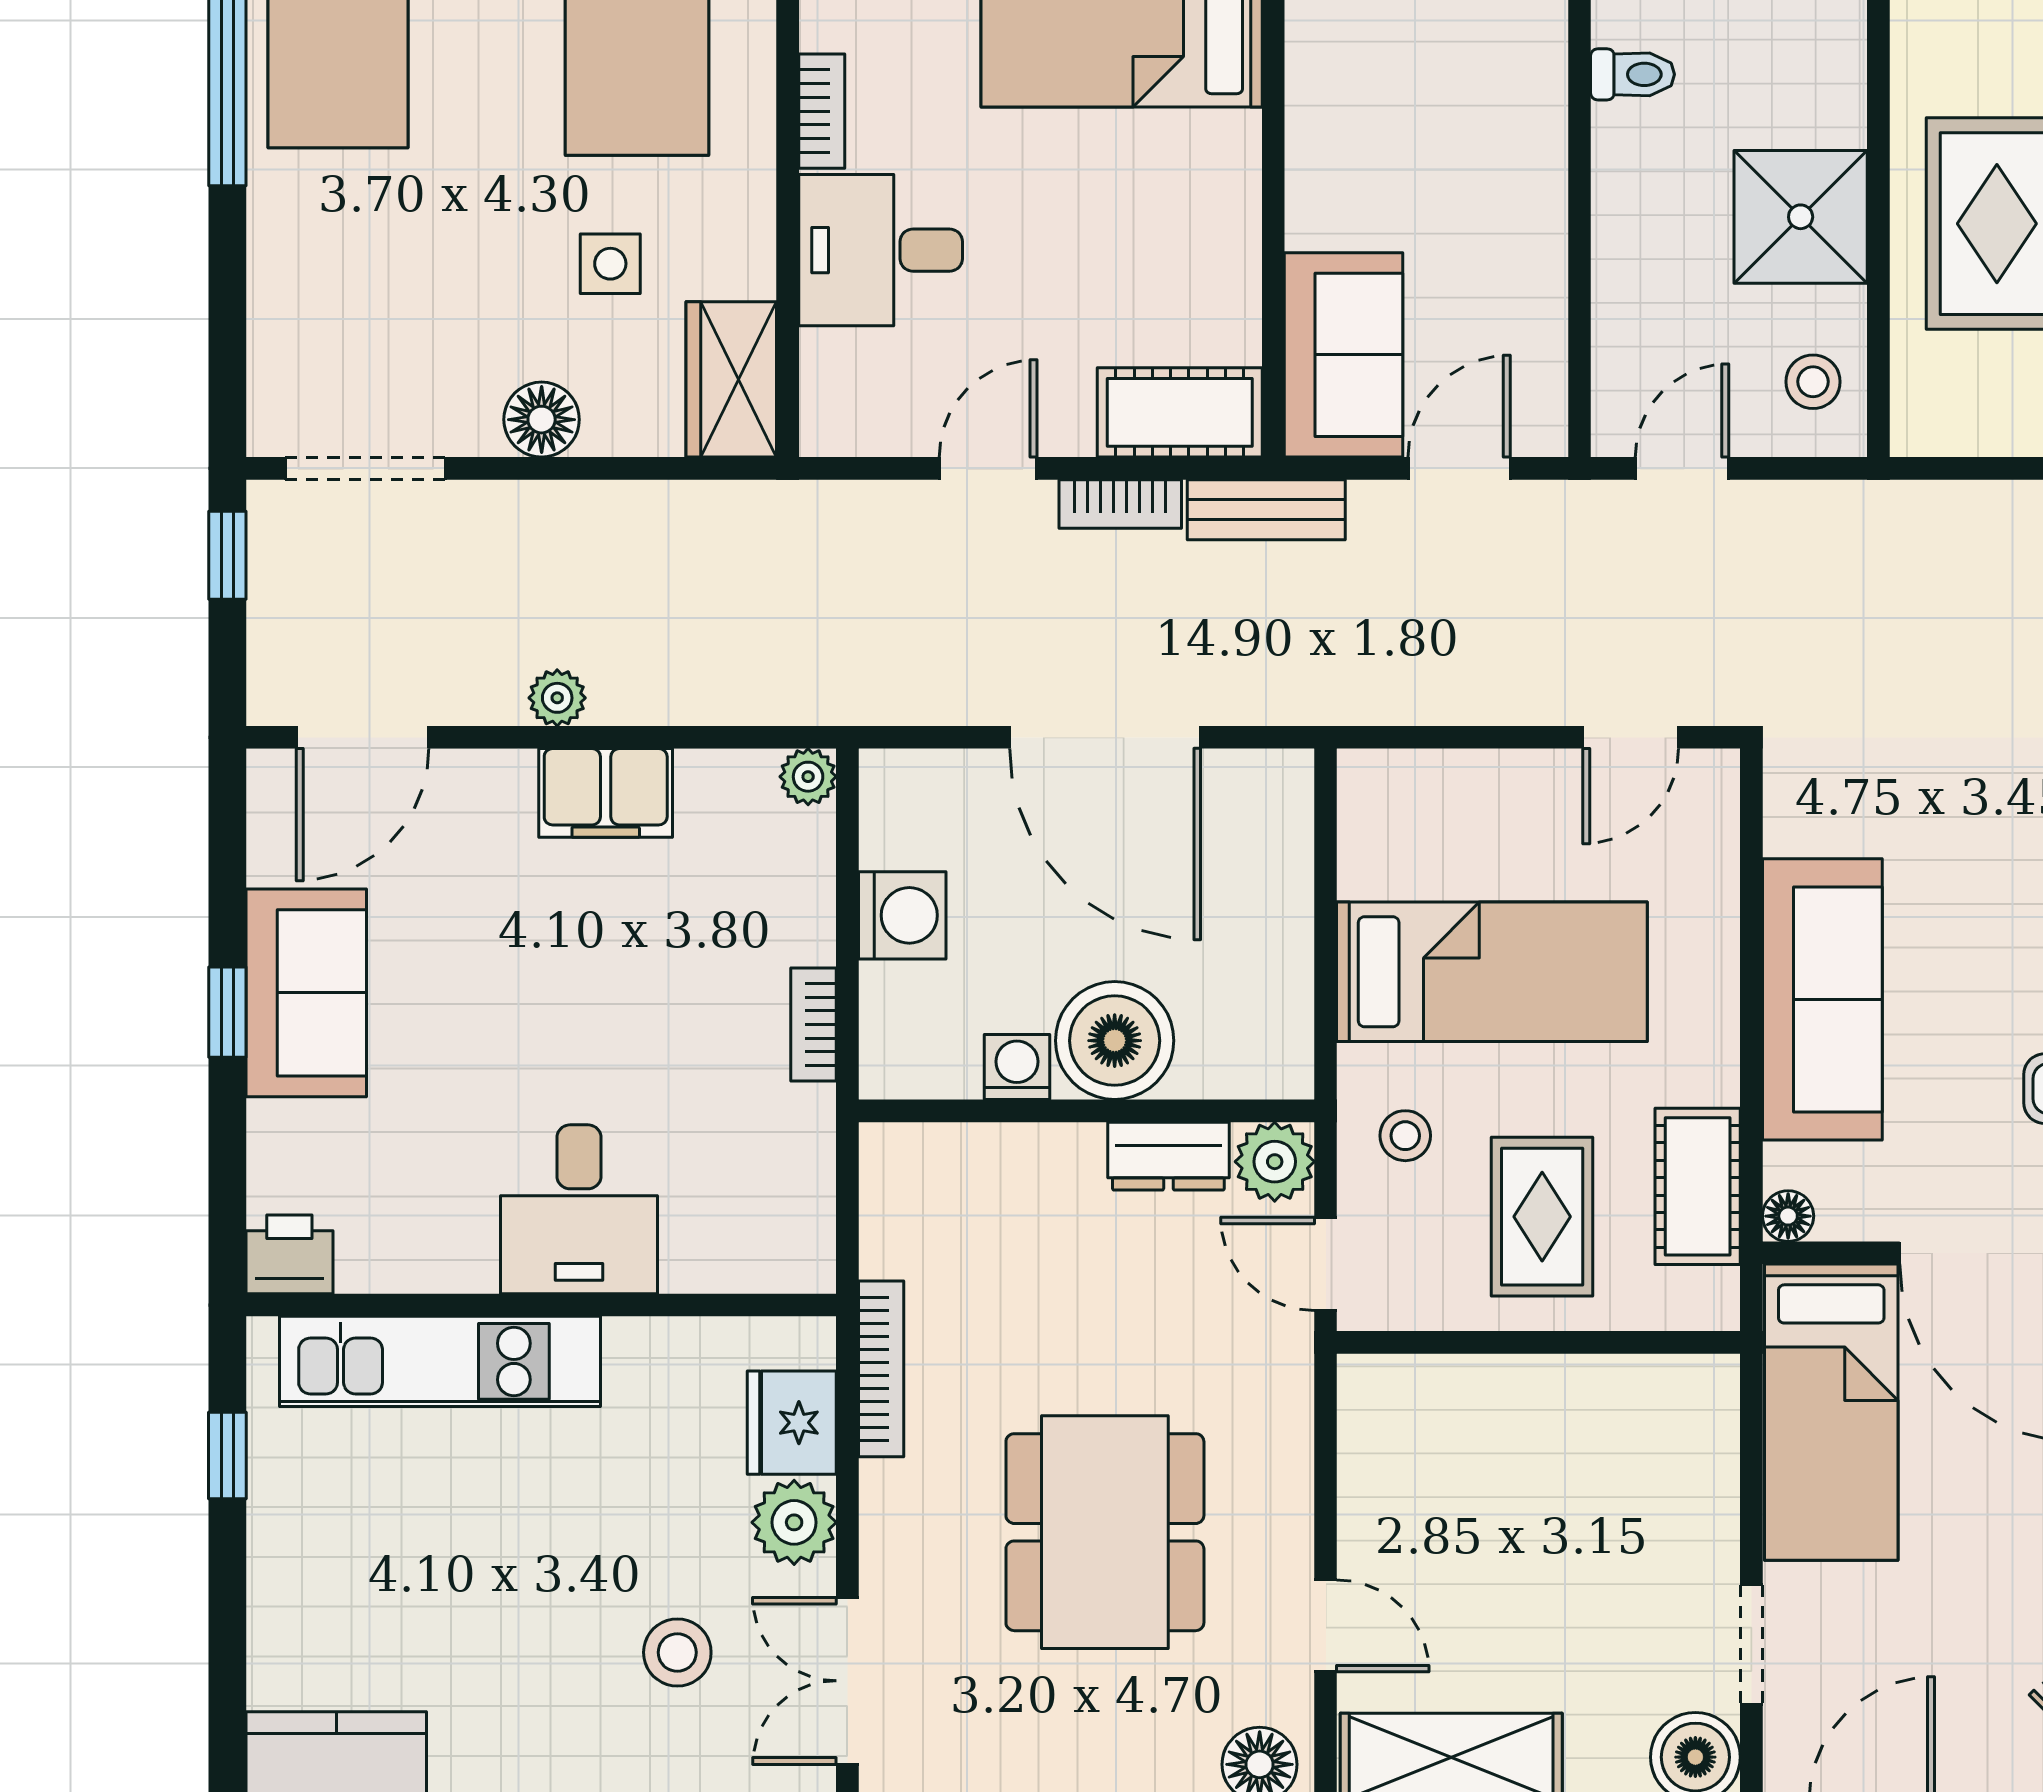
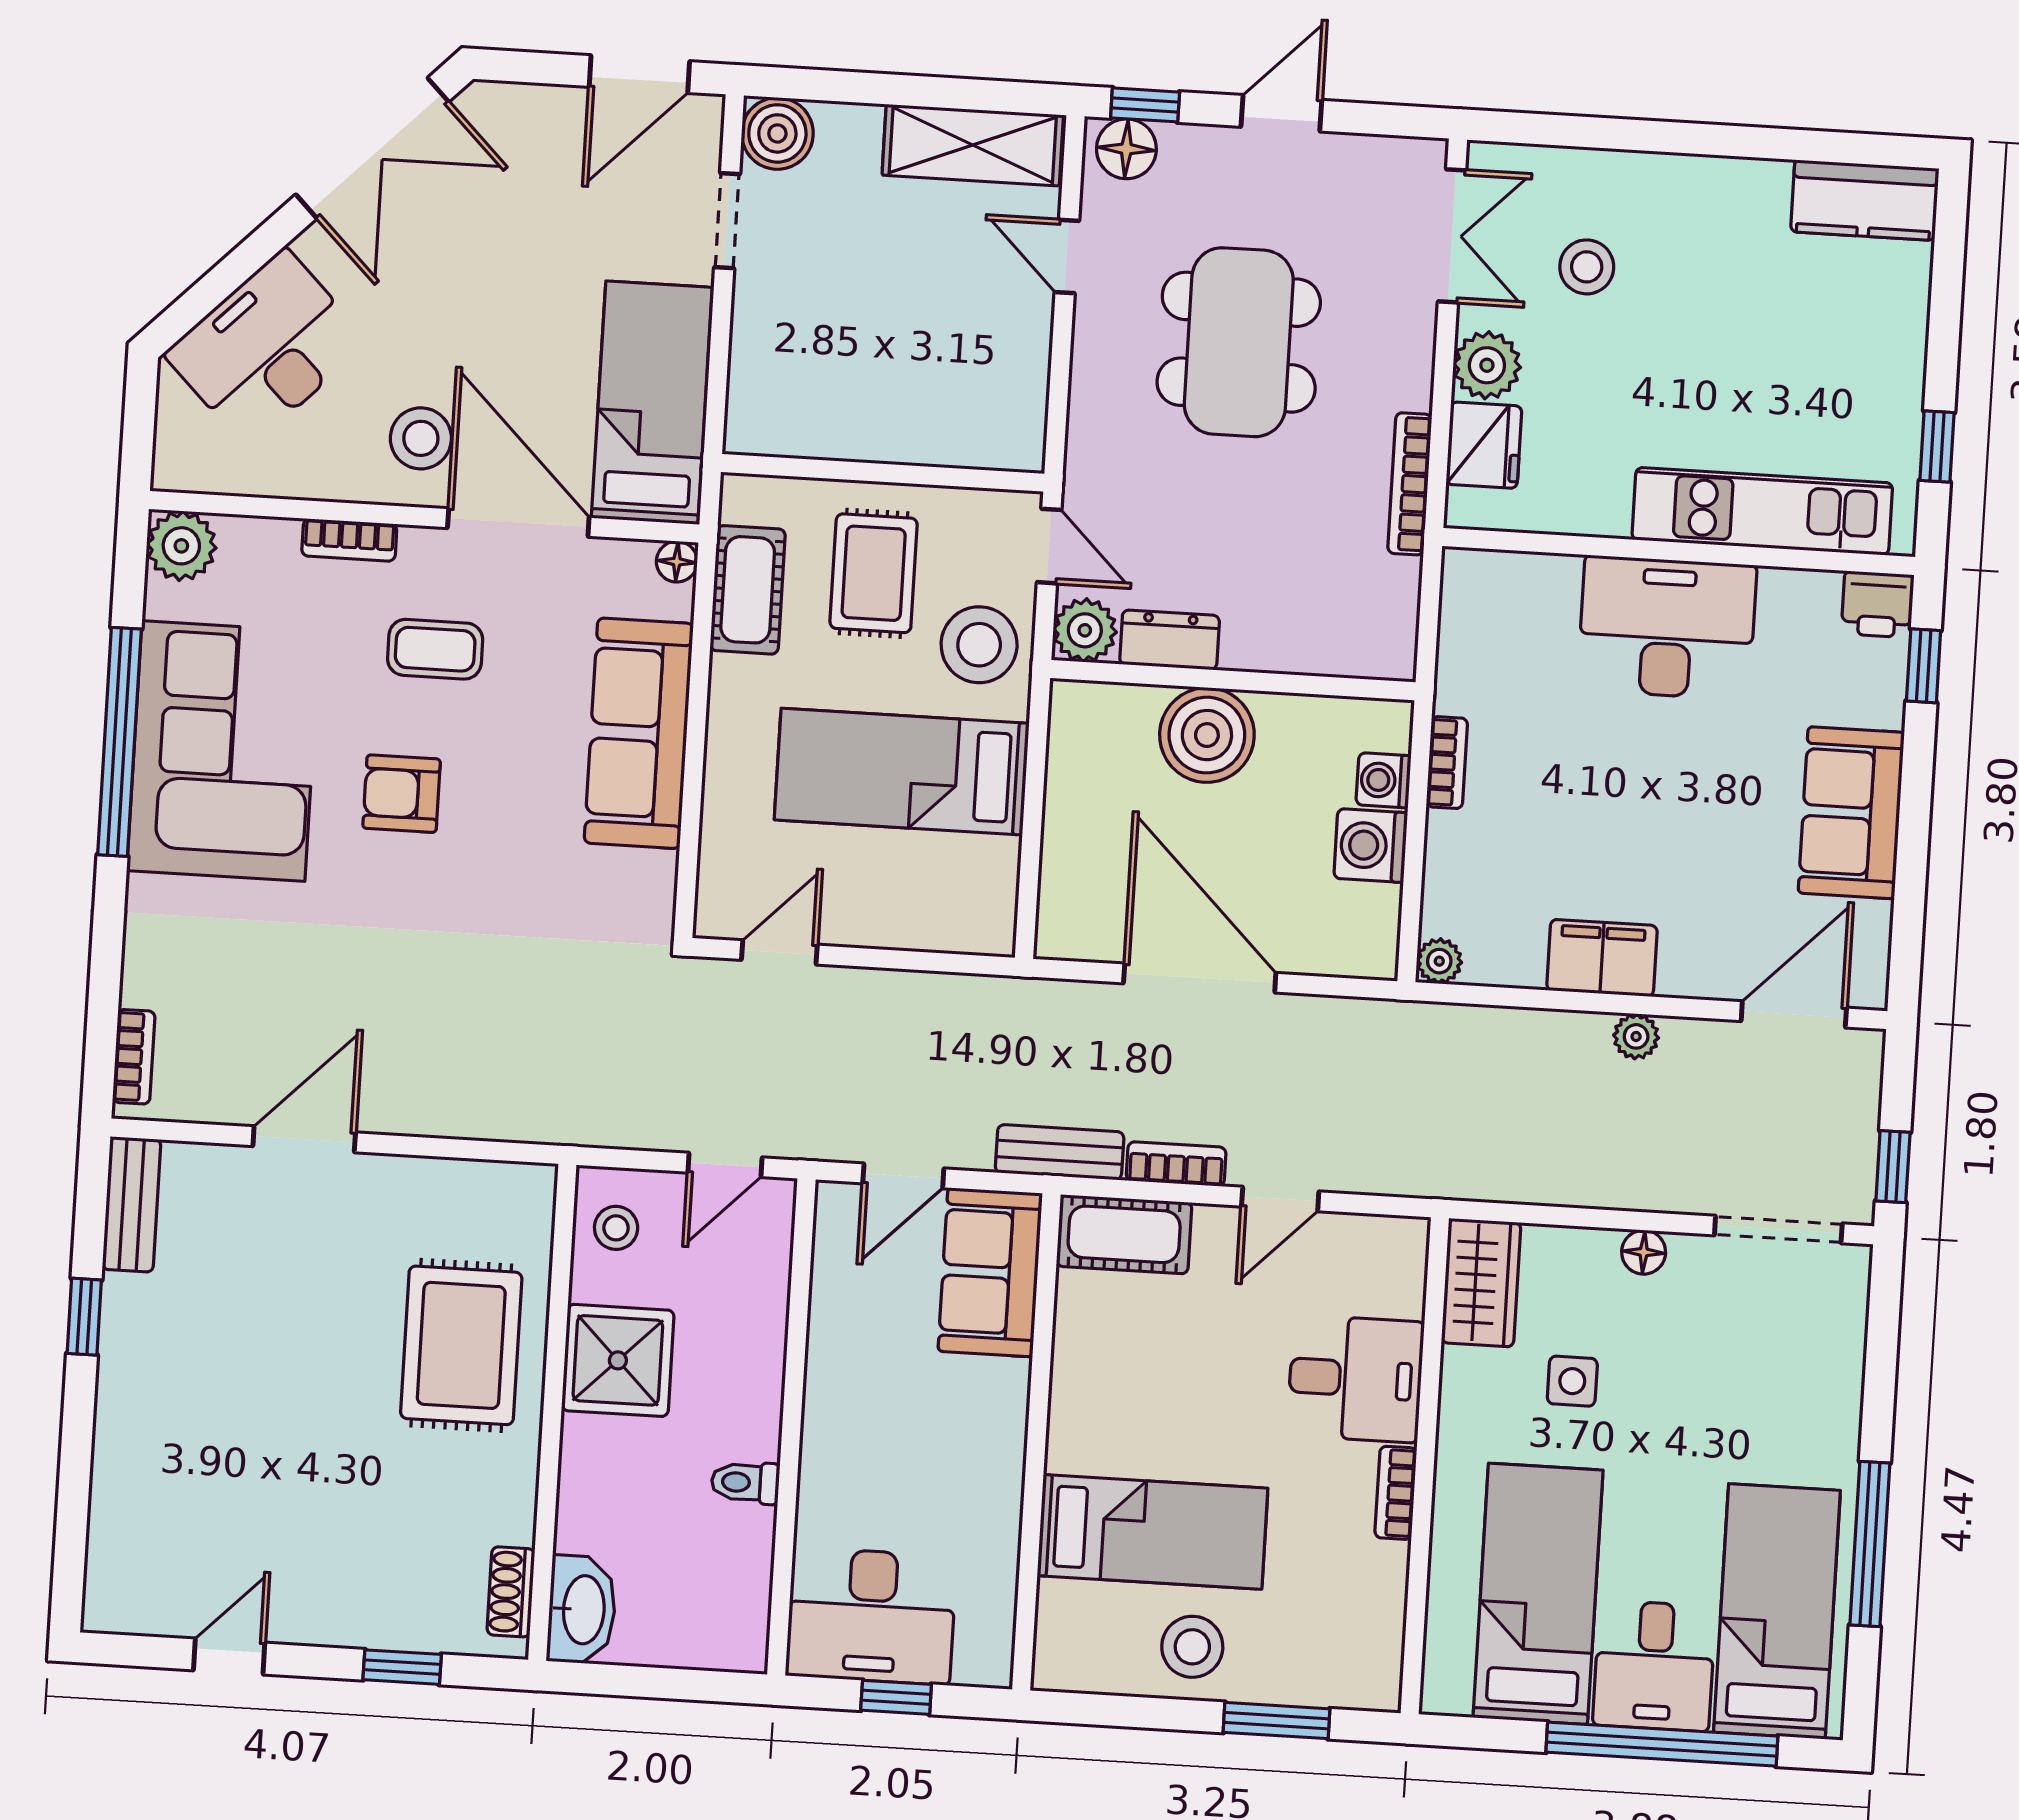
floor lamp: (542, 420) -> (1644, 1252), width x0.73, depth x0.73
window: (227, 1012) -> (1924, 666), moved
washing machine: (1017, 1067) -> (1383, 780), moved, turned 90
stool: (1405, 1136) -> (979, 645), width x1.89, depth x1.89
desk: (579, 1209) -> (1667, 628), width x1.37

